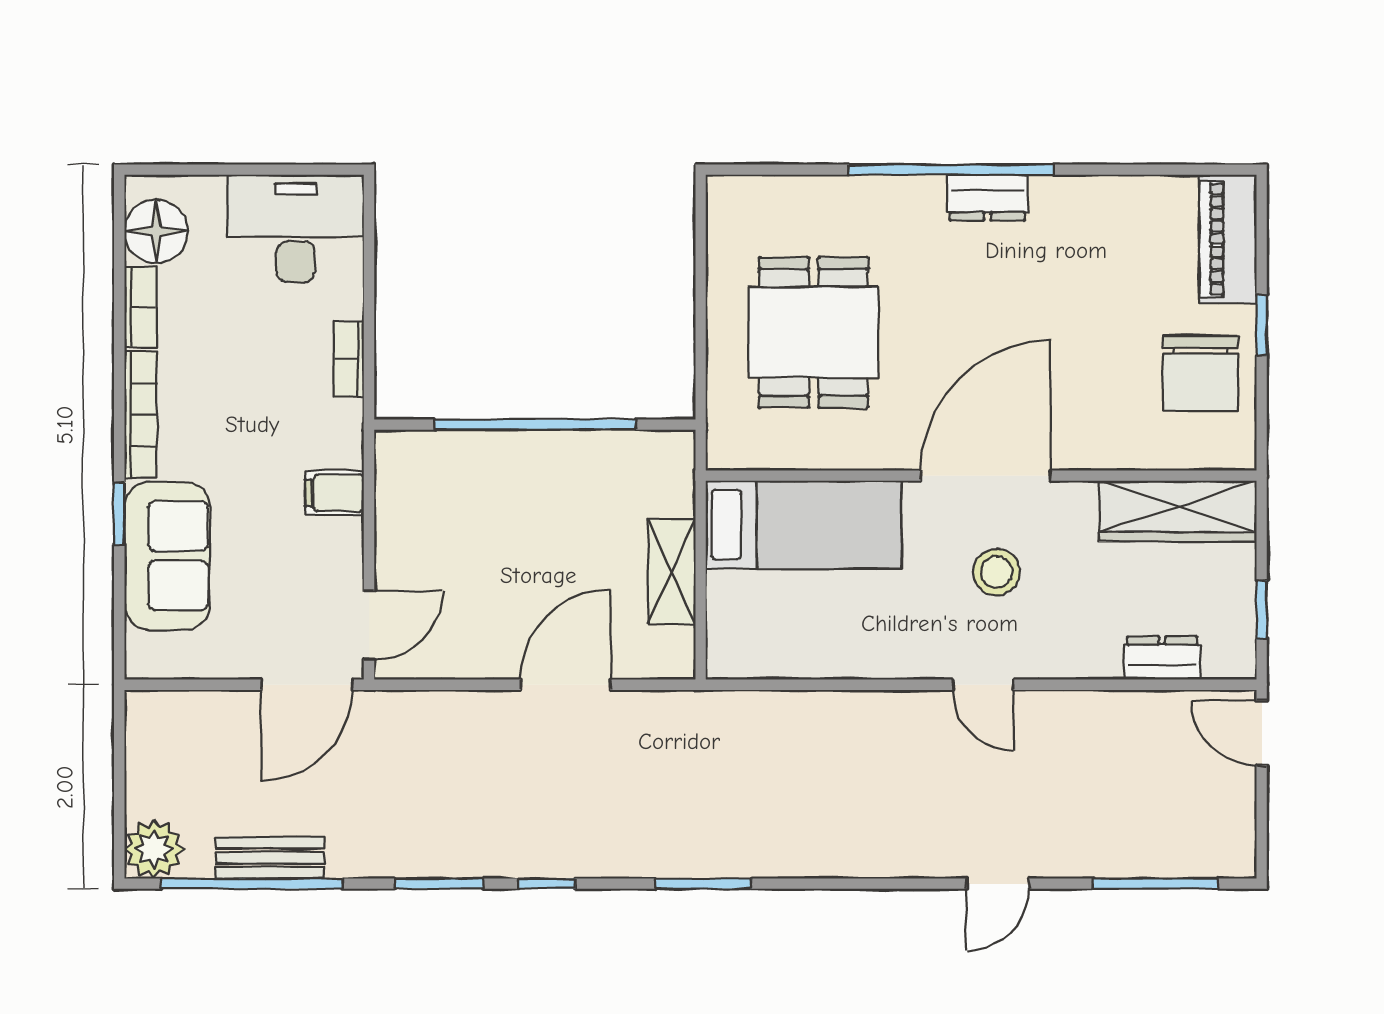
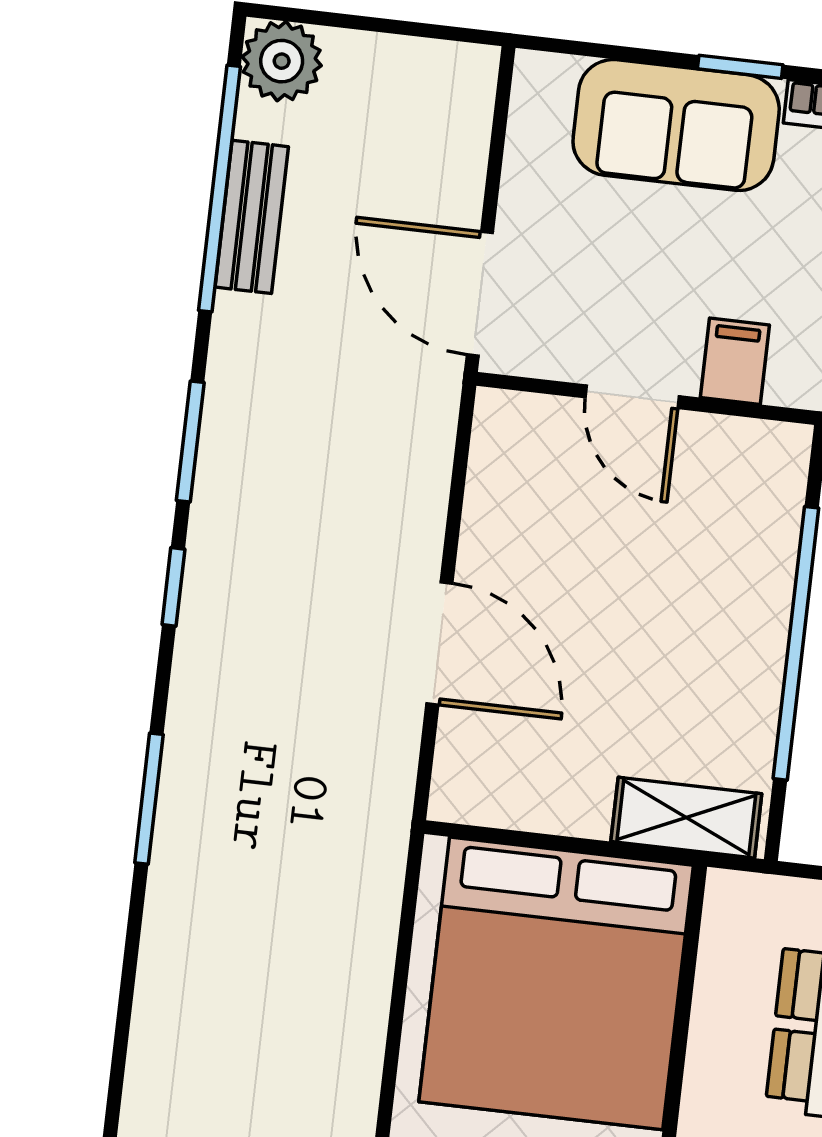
bed: (804, 525) -> (556, 983), width x2.04
shelving: (672, 572) -> (686, 818), moved
door: (369, 625) -> (632, 397), moved

